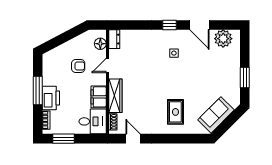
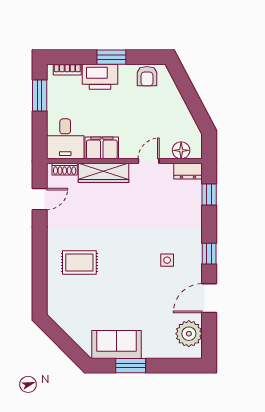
window: (130, 25) -> (209, 195), added
door: (107, 65) -> (149, 161), hinge flipped
armchair: (78, 66) -> (147, 76), moved
window: (38, 90) -> (111, 57), width x0.69
sofa: (216, 115) -> (117, 345), moved, turned -45

